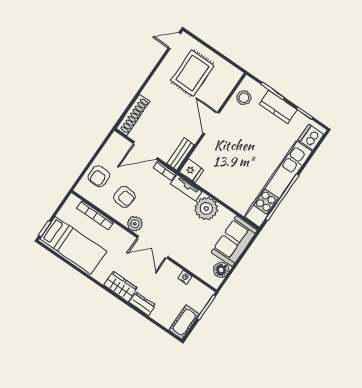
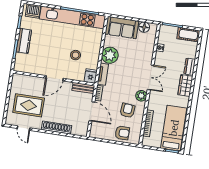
door: (174, 41) -> (24, 128), moved
stool: (244, 98) -> (76, 55), moved
shoe rack: (133, 115) -> (57, 128), moved

